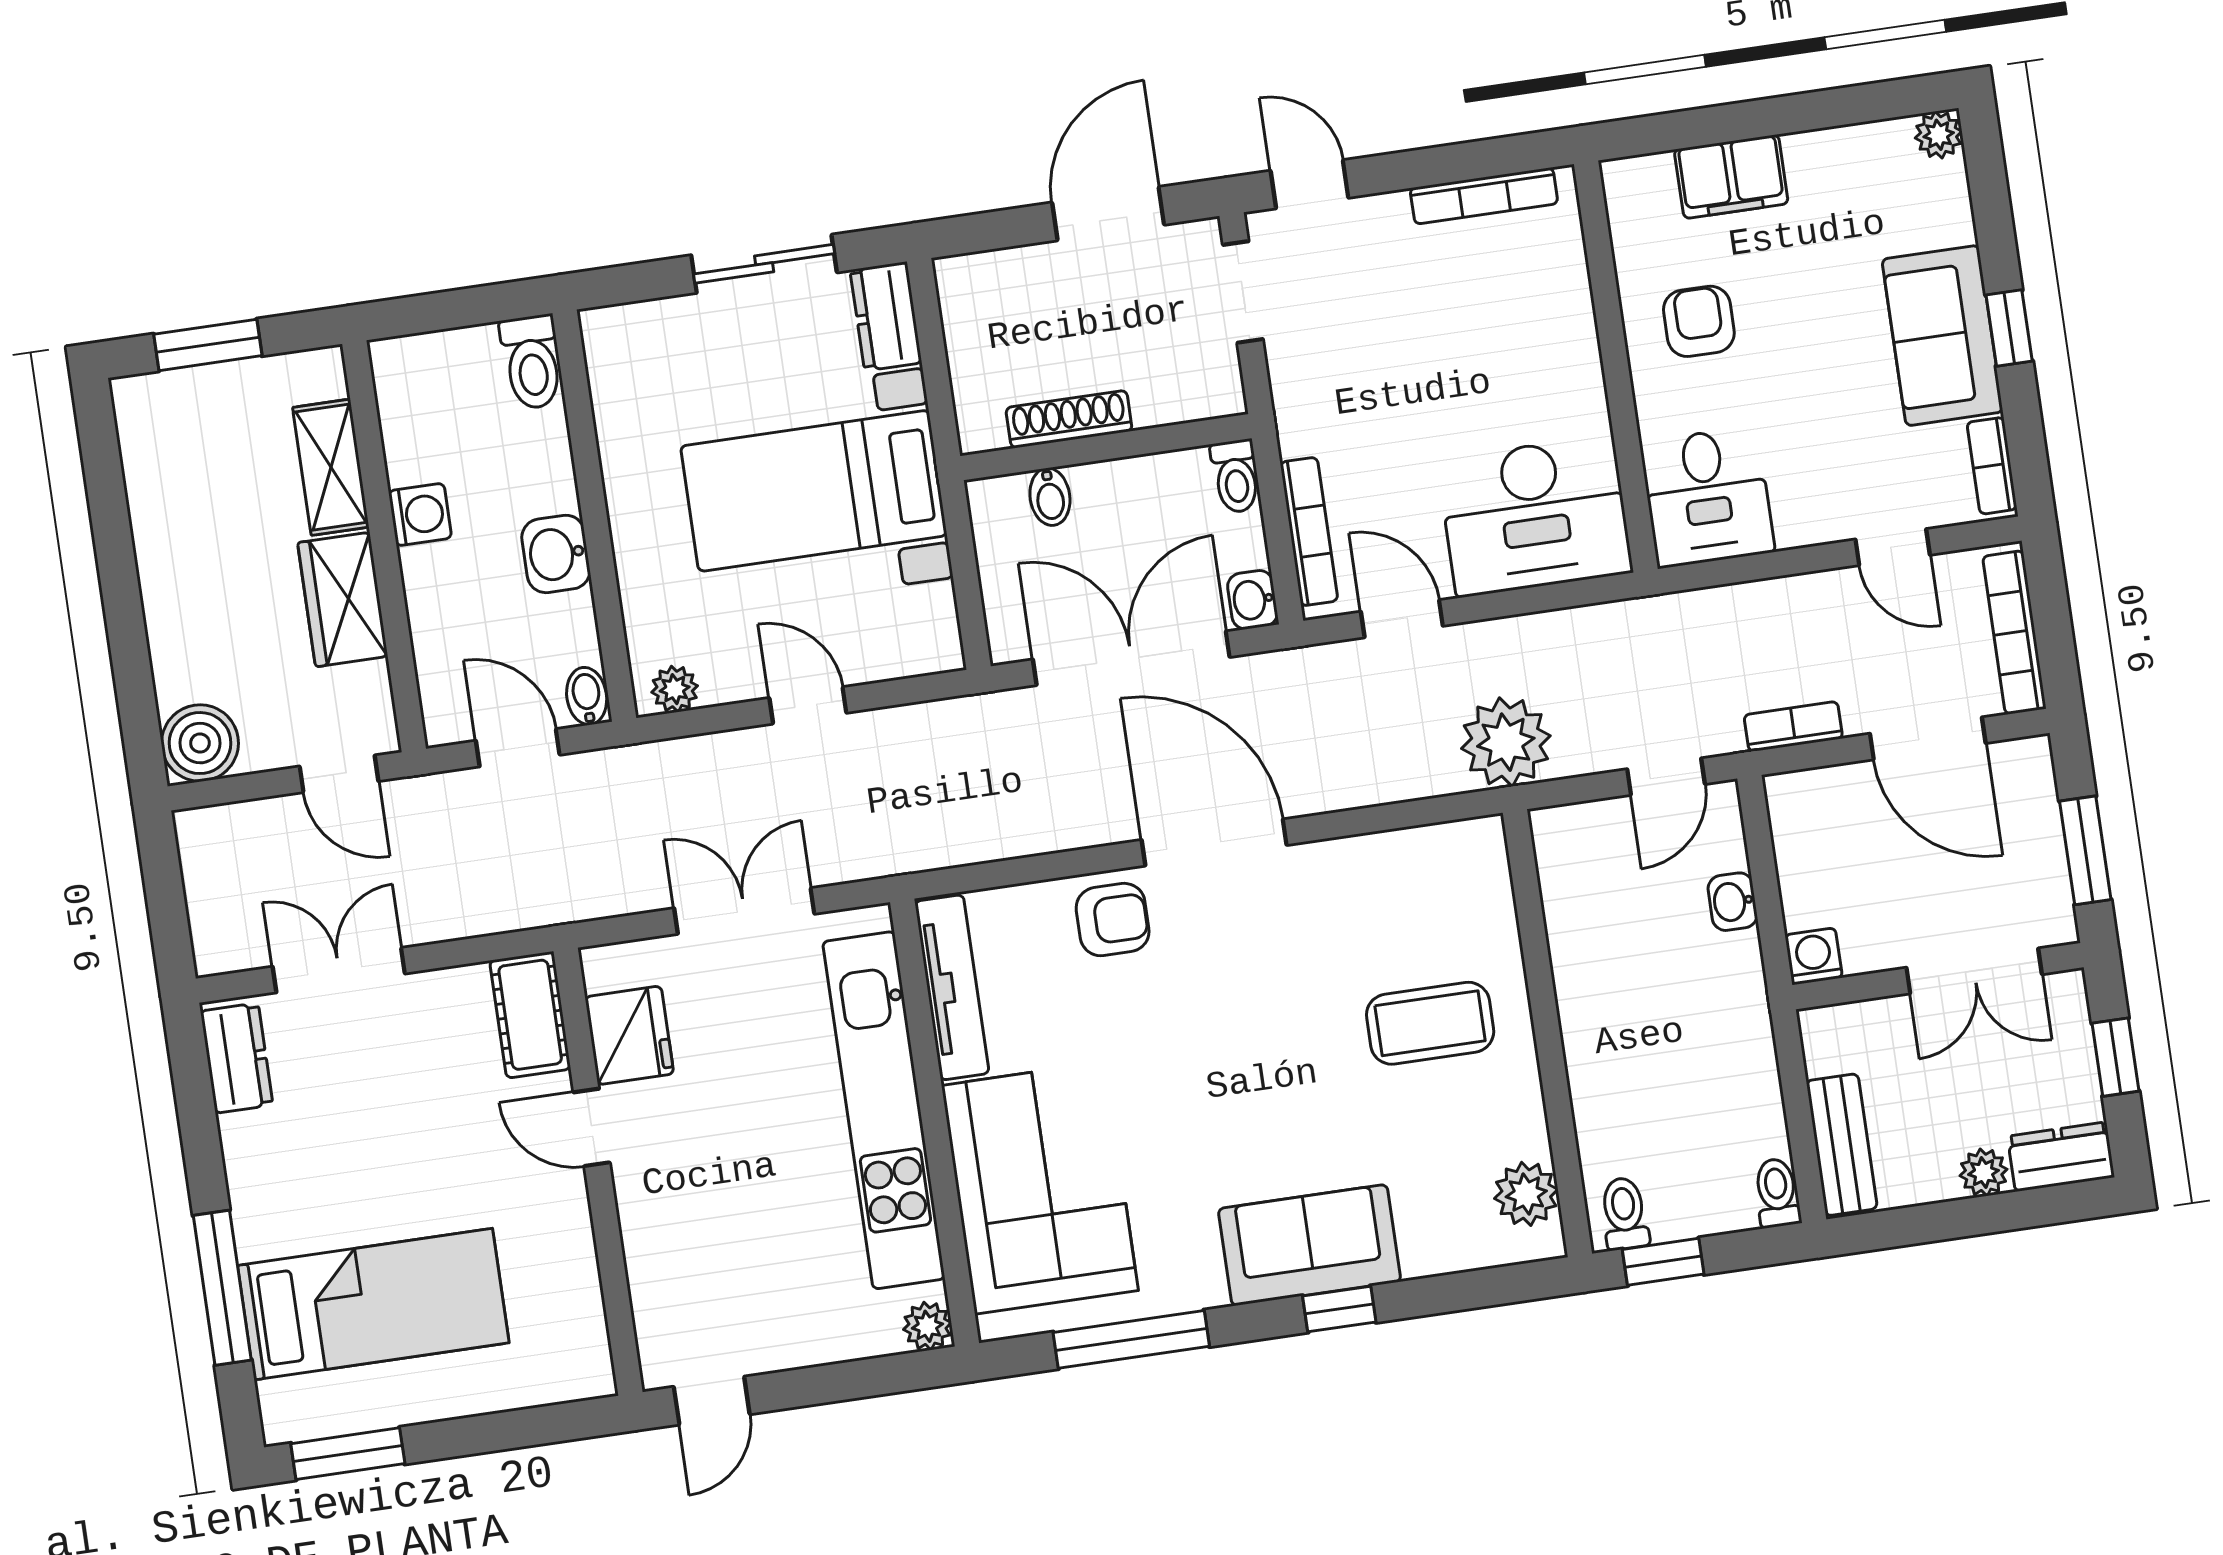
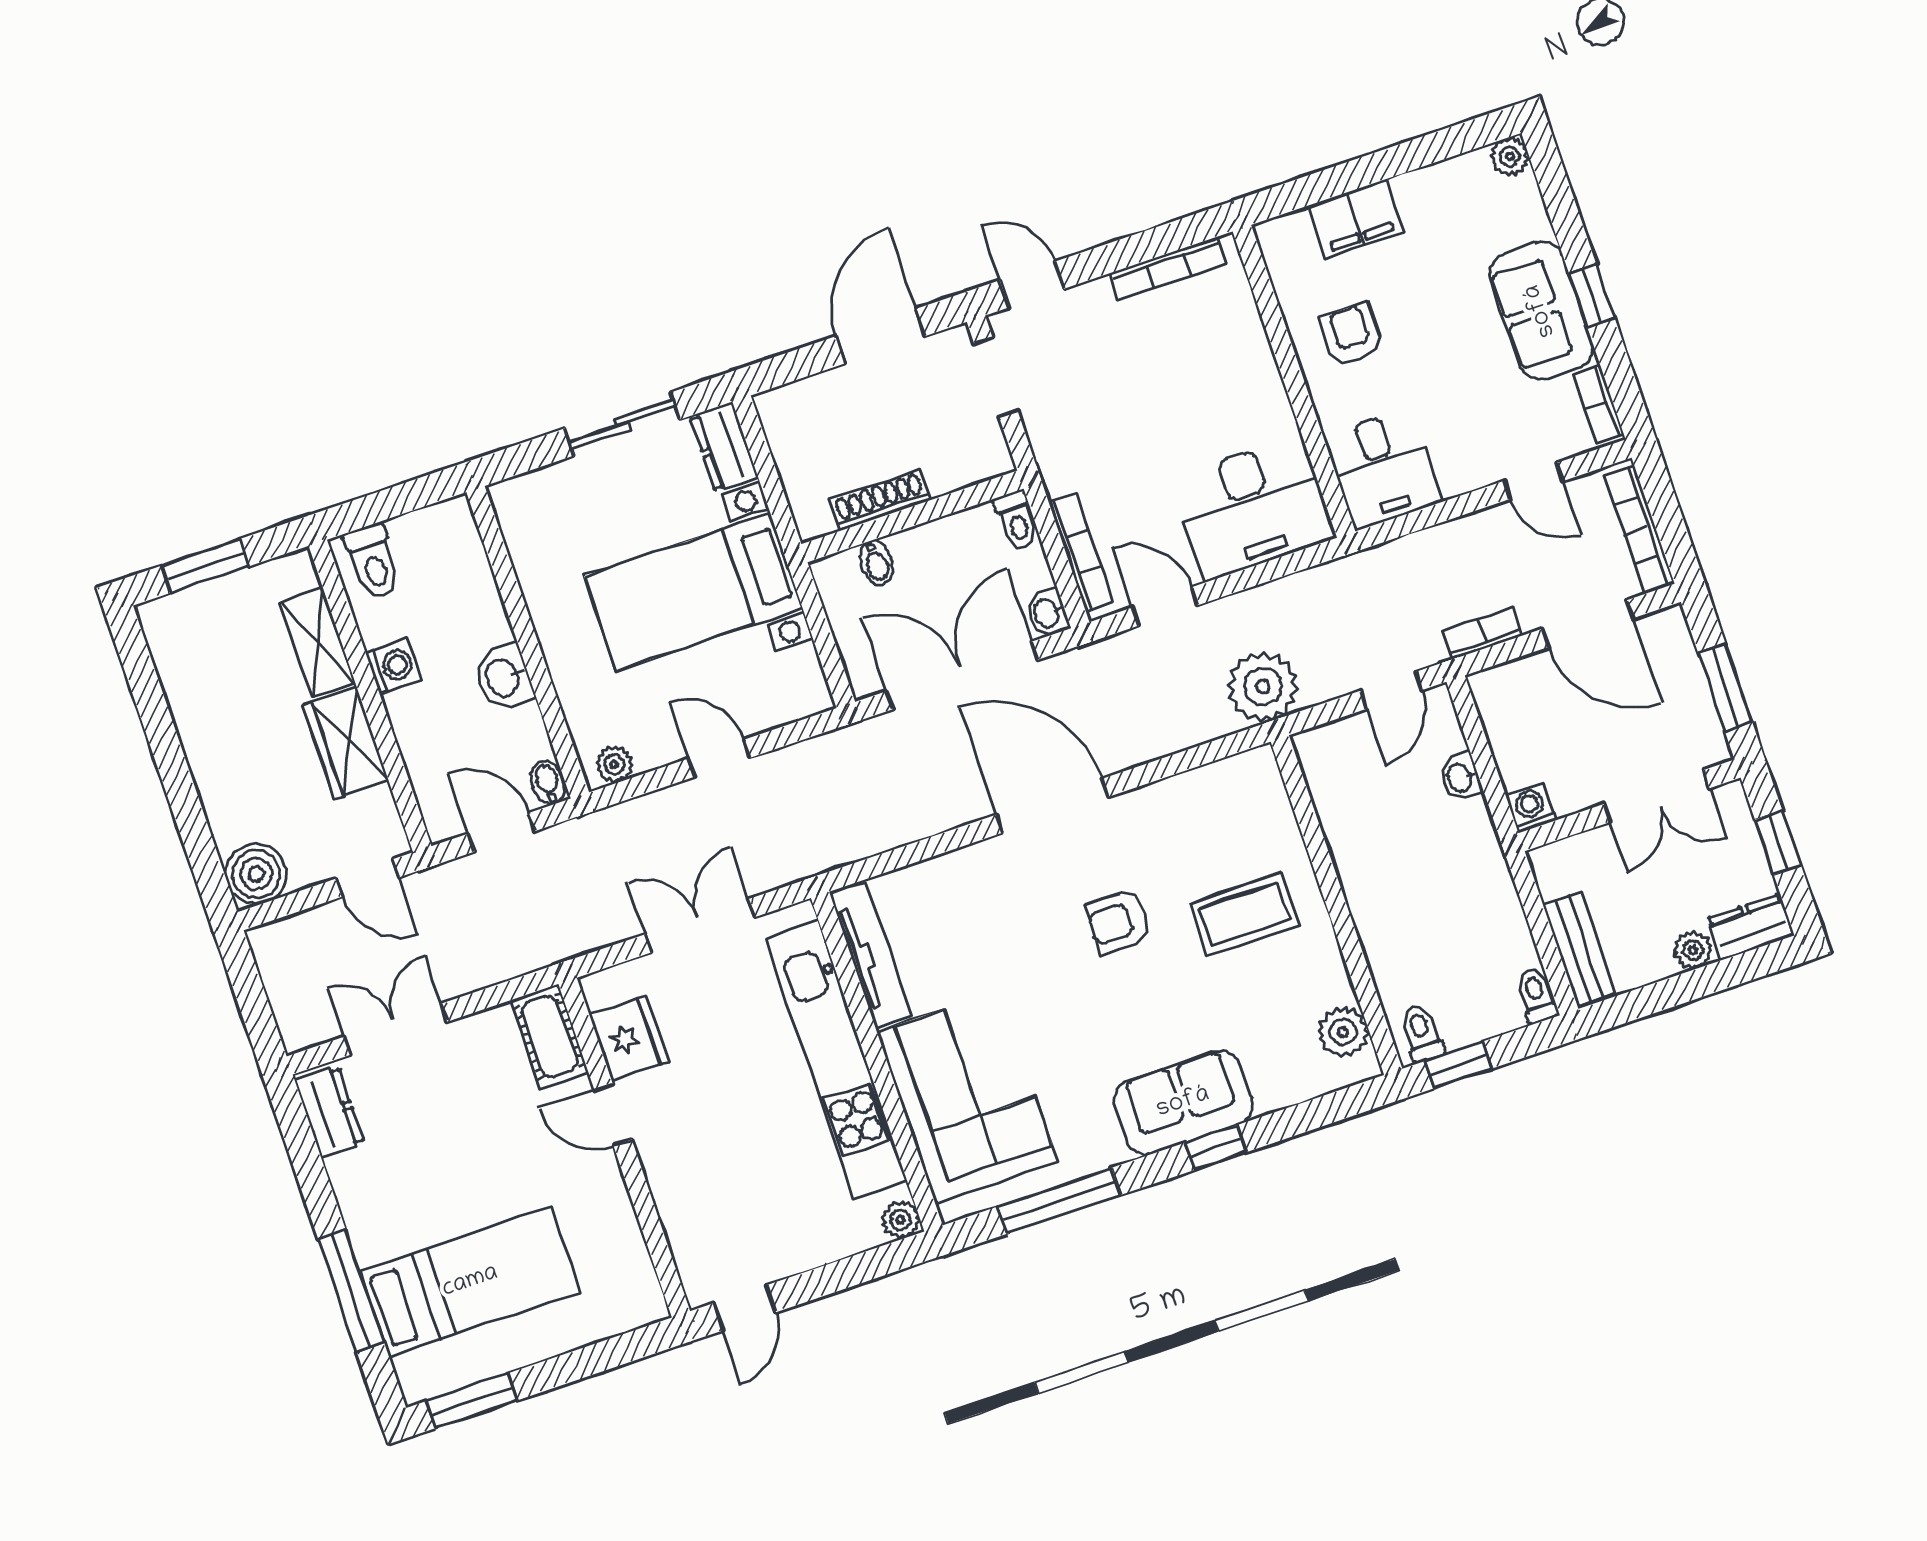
toilet: (532, 362) -> (373, 562), moved
armchair: (1113, 920) -> (1118, 922), moved, turned 180

